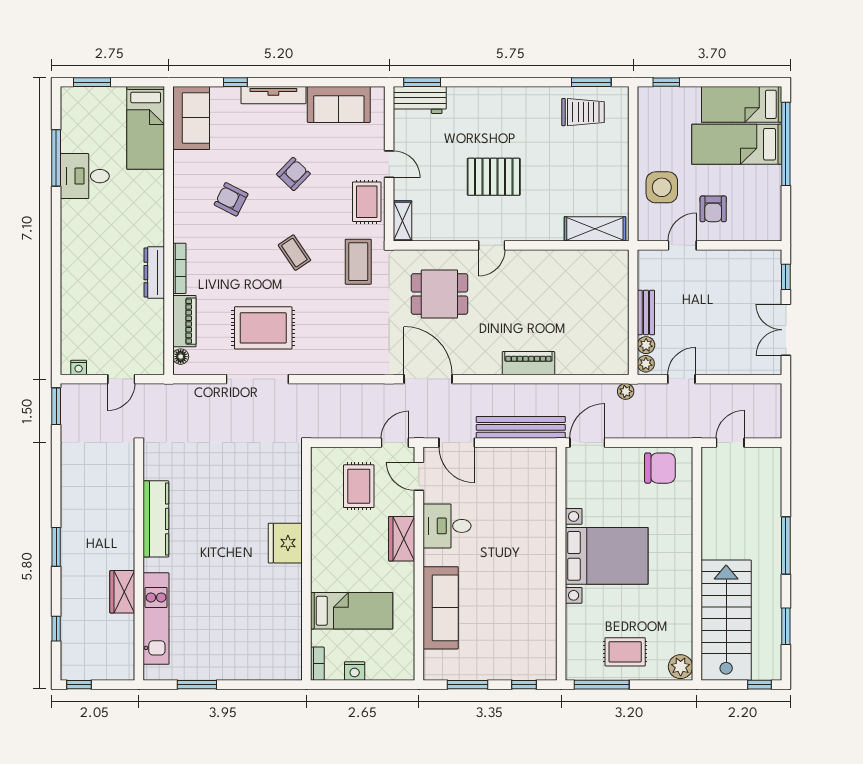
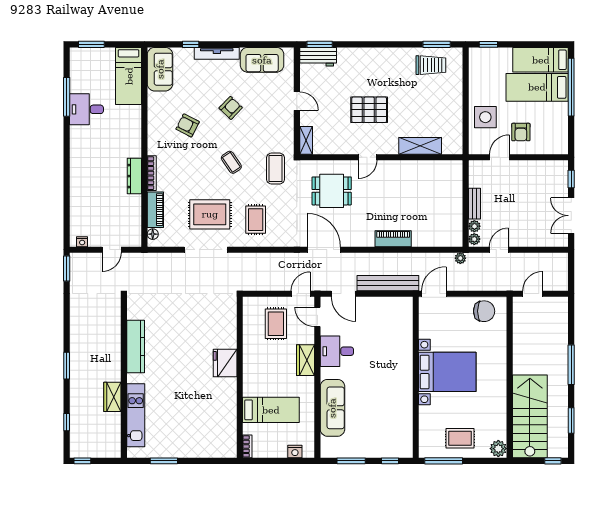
rug: (367, 202) -> (256, 220), moved
shelving: (595, 229) -> (420, 146), moved
nightstand: (355, 671) -> (295, 452), moved

